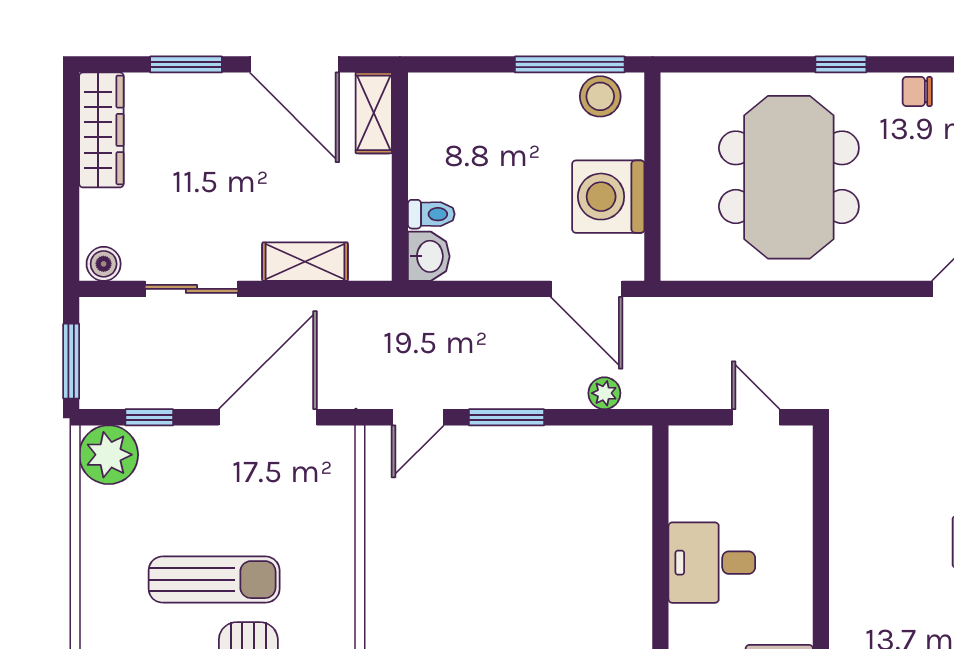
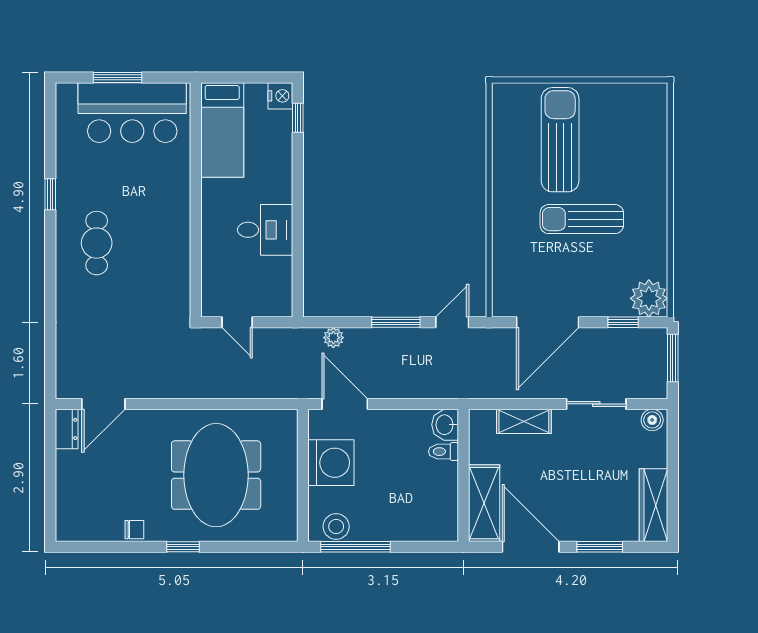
shelving: (374, 113) -> (484, 503), width x1.50, depth x1.33

